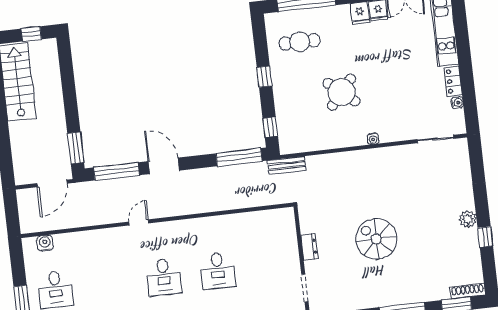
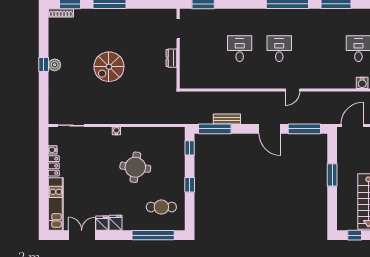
round table: (341, 92) -> (135, 167), turned -33
window: (76, 148) -> (332, 175), moved
bench: (287, 165) -> (227, 119), moved
window: (485, 237) -> (44, 64), moved
spiral stairs: (376, 239) -> (109, 67), moved, turned 90

